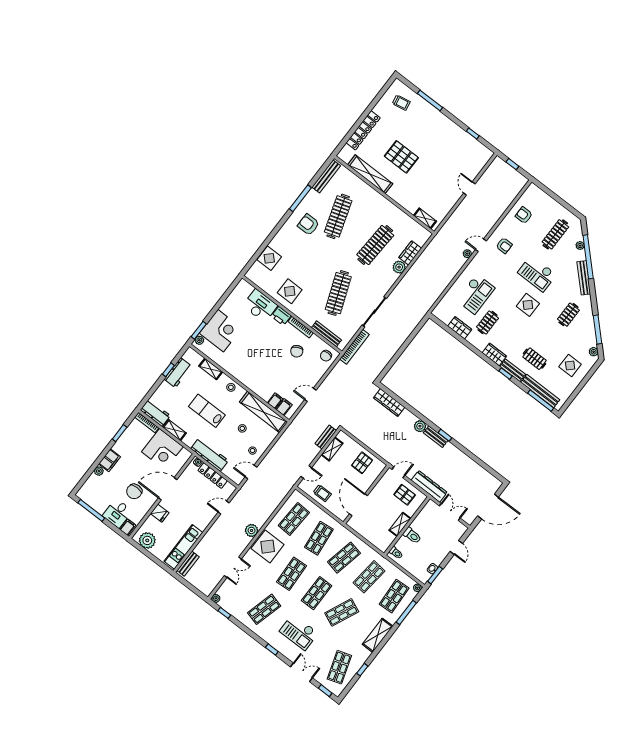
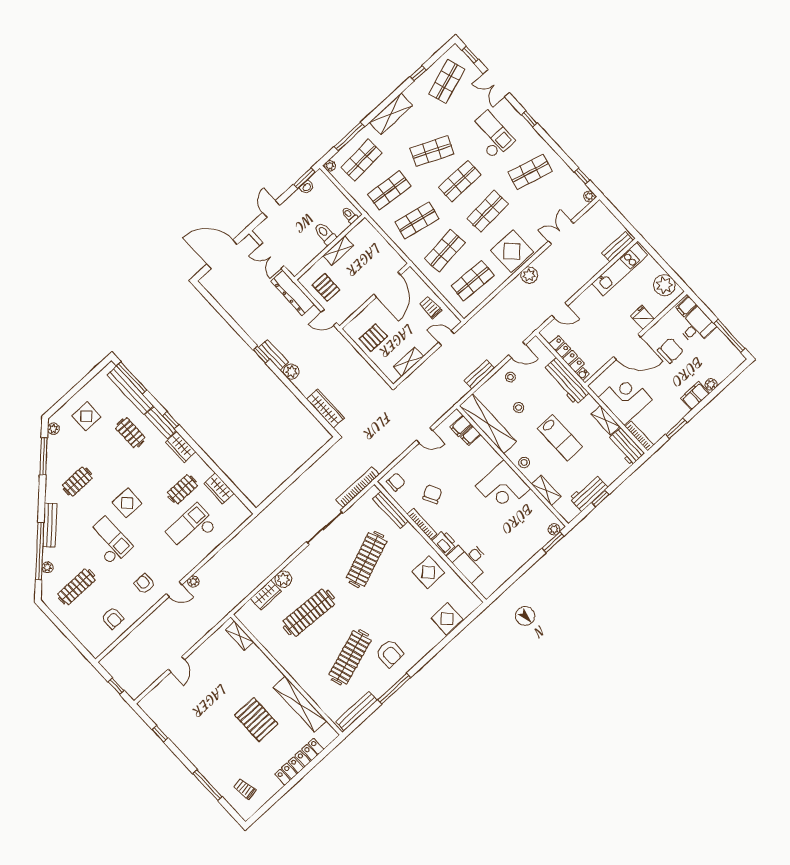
corner desk: (221, 331) -> (503, 487), moved, turned -90
bench: (326, 437) -> (479, 374), moved

